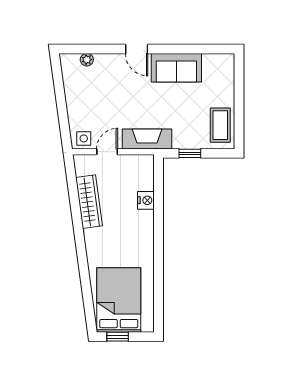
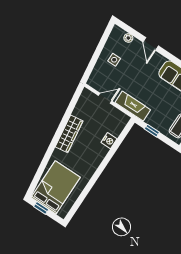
door: (137, 49) -> (151, 44), moved
side table: (84, 138) -> (114, 60), moved
wardrobe: (89, 202) -> (69, 134), moved

